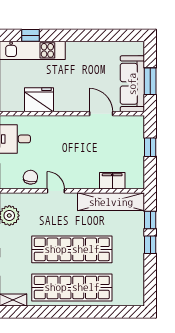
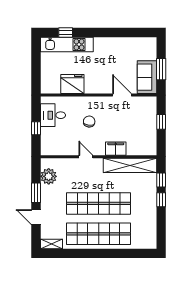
sofa: (132, 84) -> (147, 77), width x0.73
chair: (30, 177) -> (89, 122), moved
filing cabinet: (112, 181) -> (116, 149), moved

